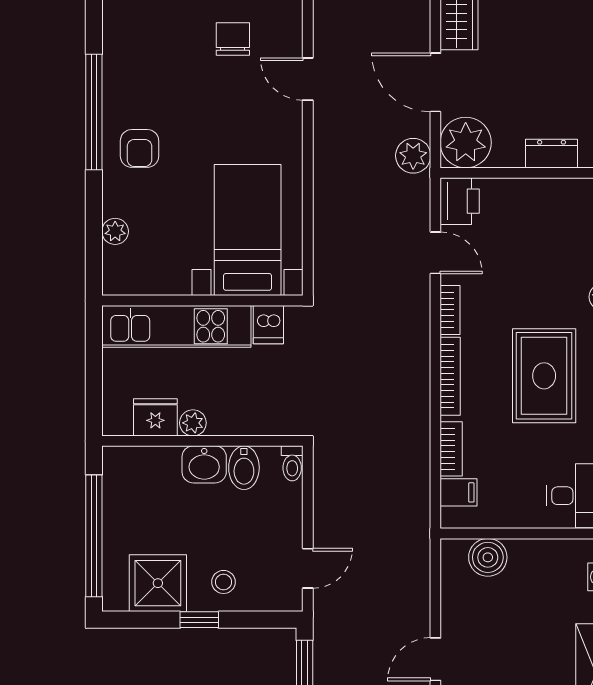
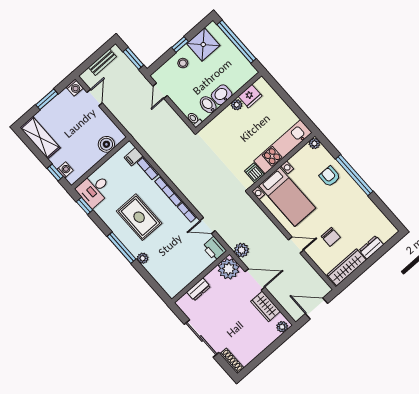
bed with nightstands: (248, 230) -> (287, 197), moved
wall: (202, 300) -> (282, 162), moved
dishwasher: (268, 325) -> (254, 173), moved
kitchen unit: (176, 326) -> (283, 147), moved

